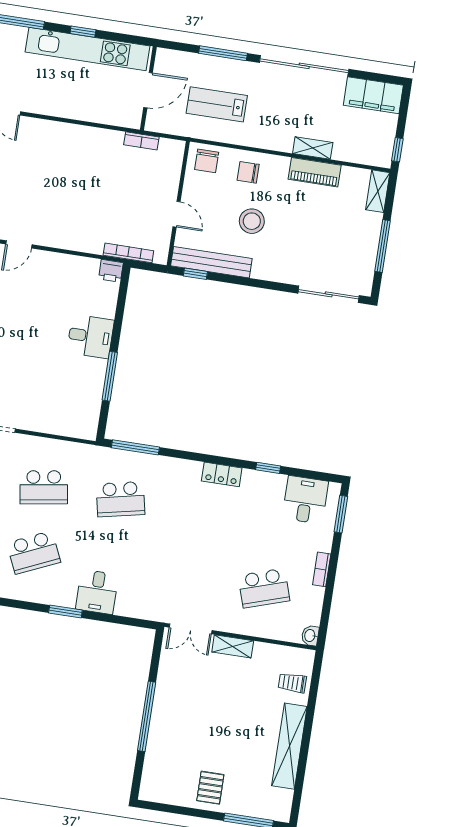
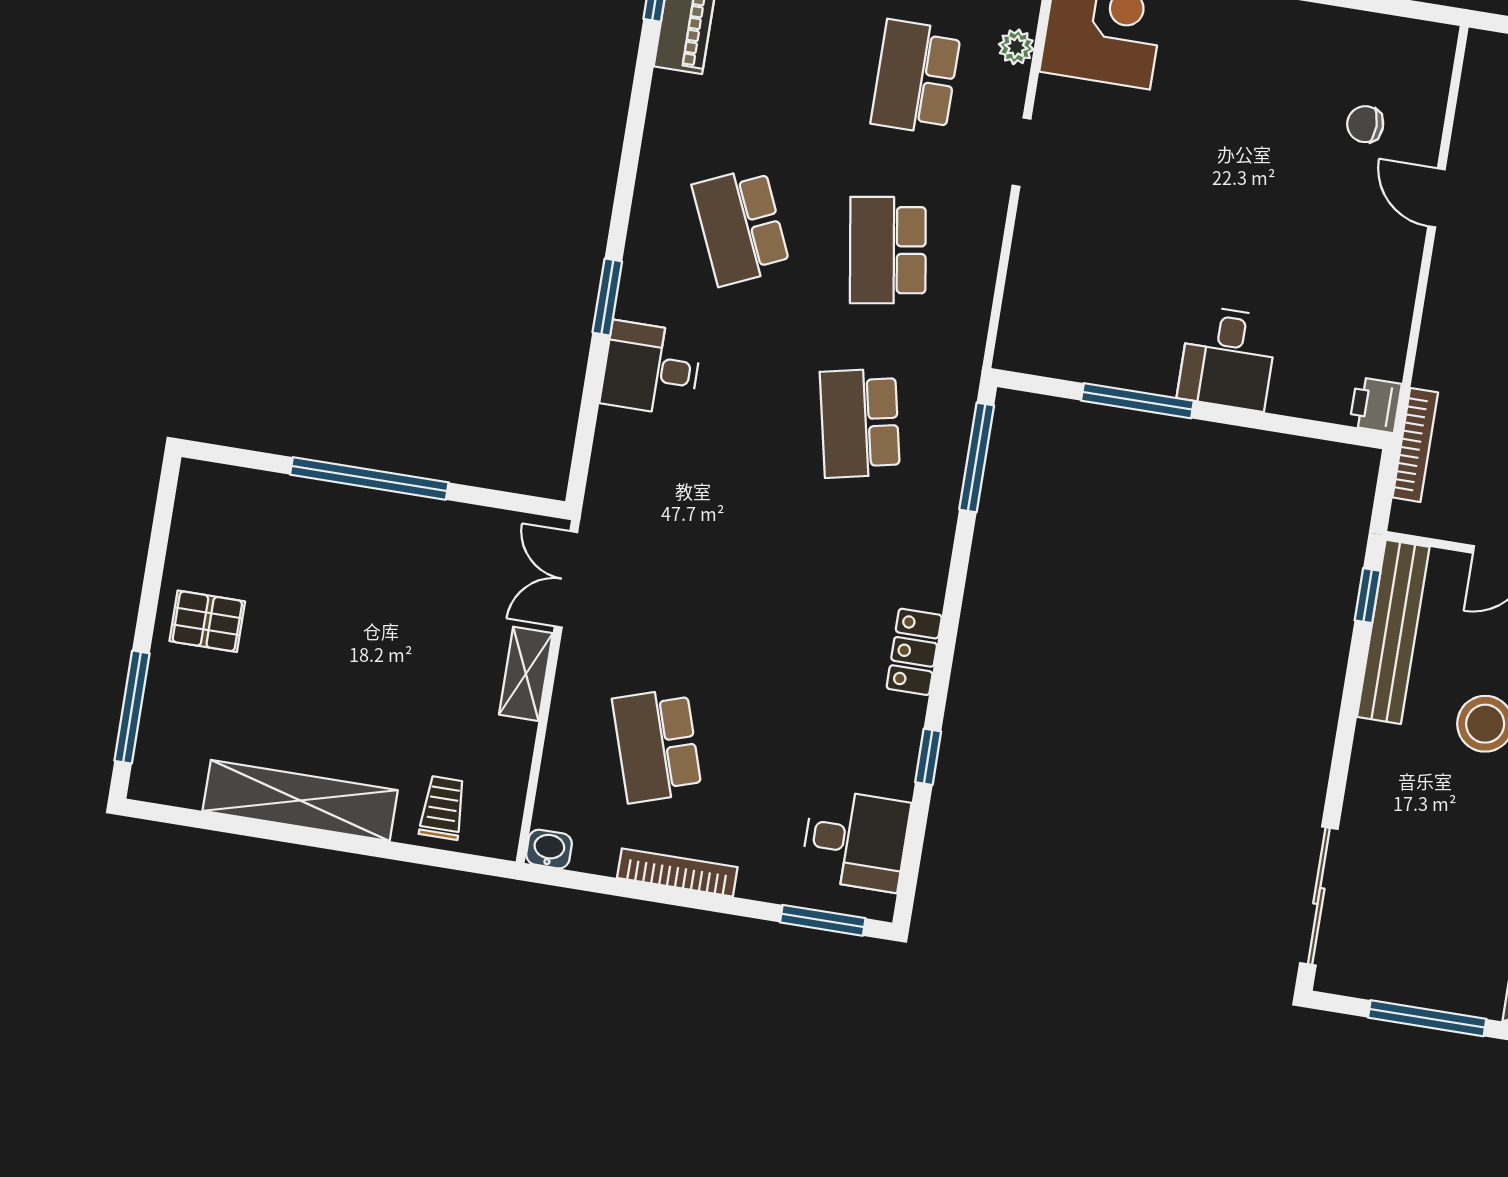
bookcase: (322, 569) -> (677, 873), width x1.56

